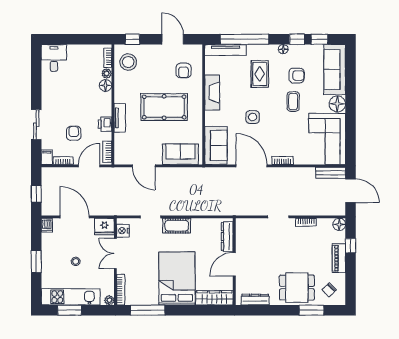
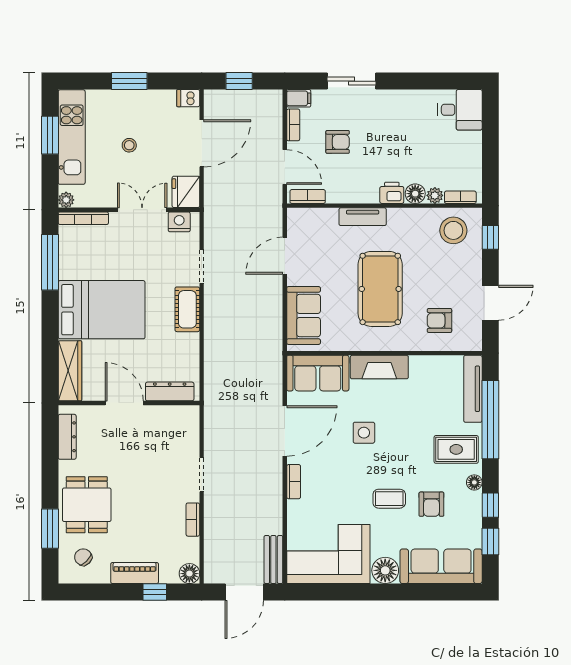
rug: (260, 74) -> (456, 449), moved
fireplace: (212, 93) -> (379, 367), moved
printer: (105, 124) -> (392, 193), moved

